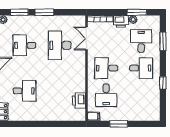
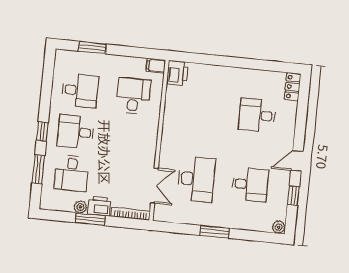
window: (19, 12) -> (253, 236), removed
window: (137, 12) -> (90, 219), moved
desk: (106, 68) -> (80, 90), moved
window: (163, 83) -> (42, 132), moved
printer: (79, 101) -> (177, 73), moved
window: (119, 124) -> (92, 48), moved

